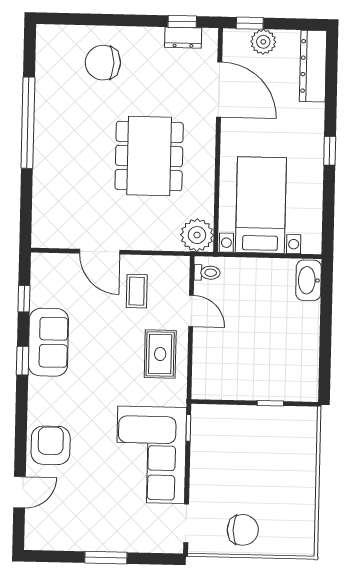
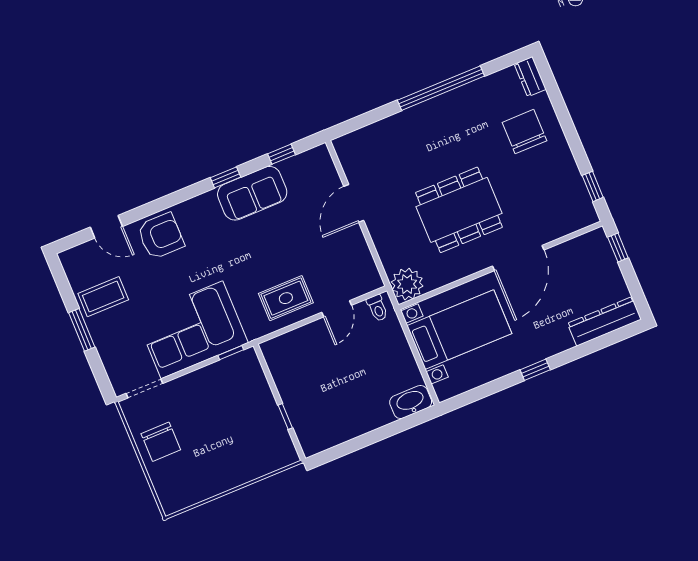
dresser: (183, 38) -> (530, 77), moved
plant: (263, 42) -> (607, 267), removed
door: (219, 90) -> (518, 258), moved
coffee table: (137, 291) -> (103, 297), moved, width x1.36, depth x1.30

